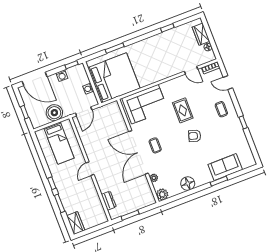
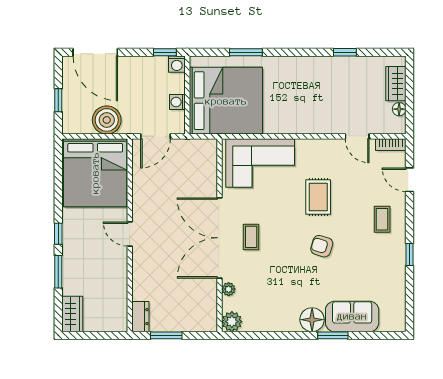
washing machine: (62, 76) -> (177, 64), moved
bed: (59, 143) -> (95, 173), width x2.04
door: (90, 169) -> (130, 234), hinge flipped
floor lamp: (188, 184) -> (312, 320), moved
dresser: (109, 201) -> (140, 317), moved

